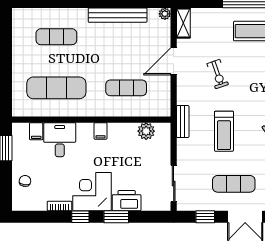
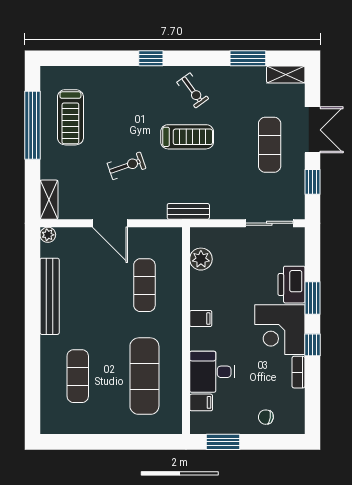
shelving: (183, 23) -> (49, 200), moved, turned 90
treadmill: (224, 131) -> (187, 137), moved

